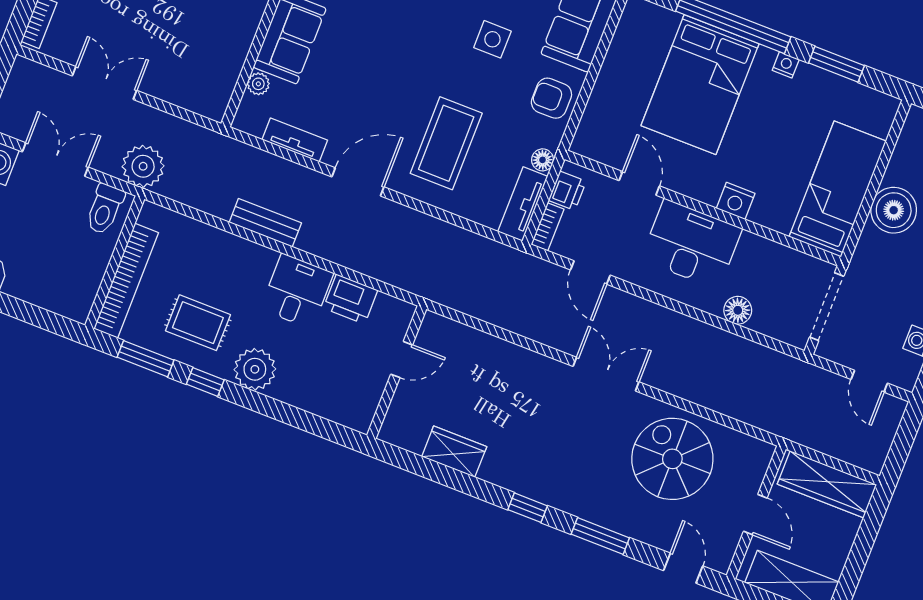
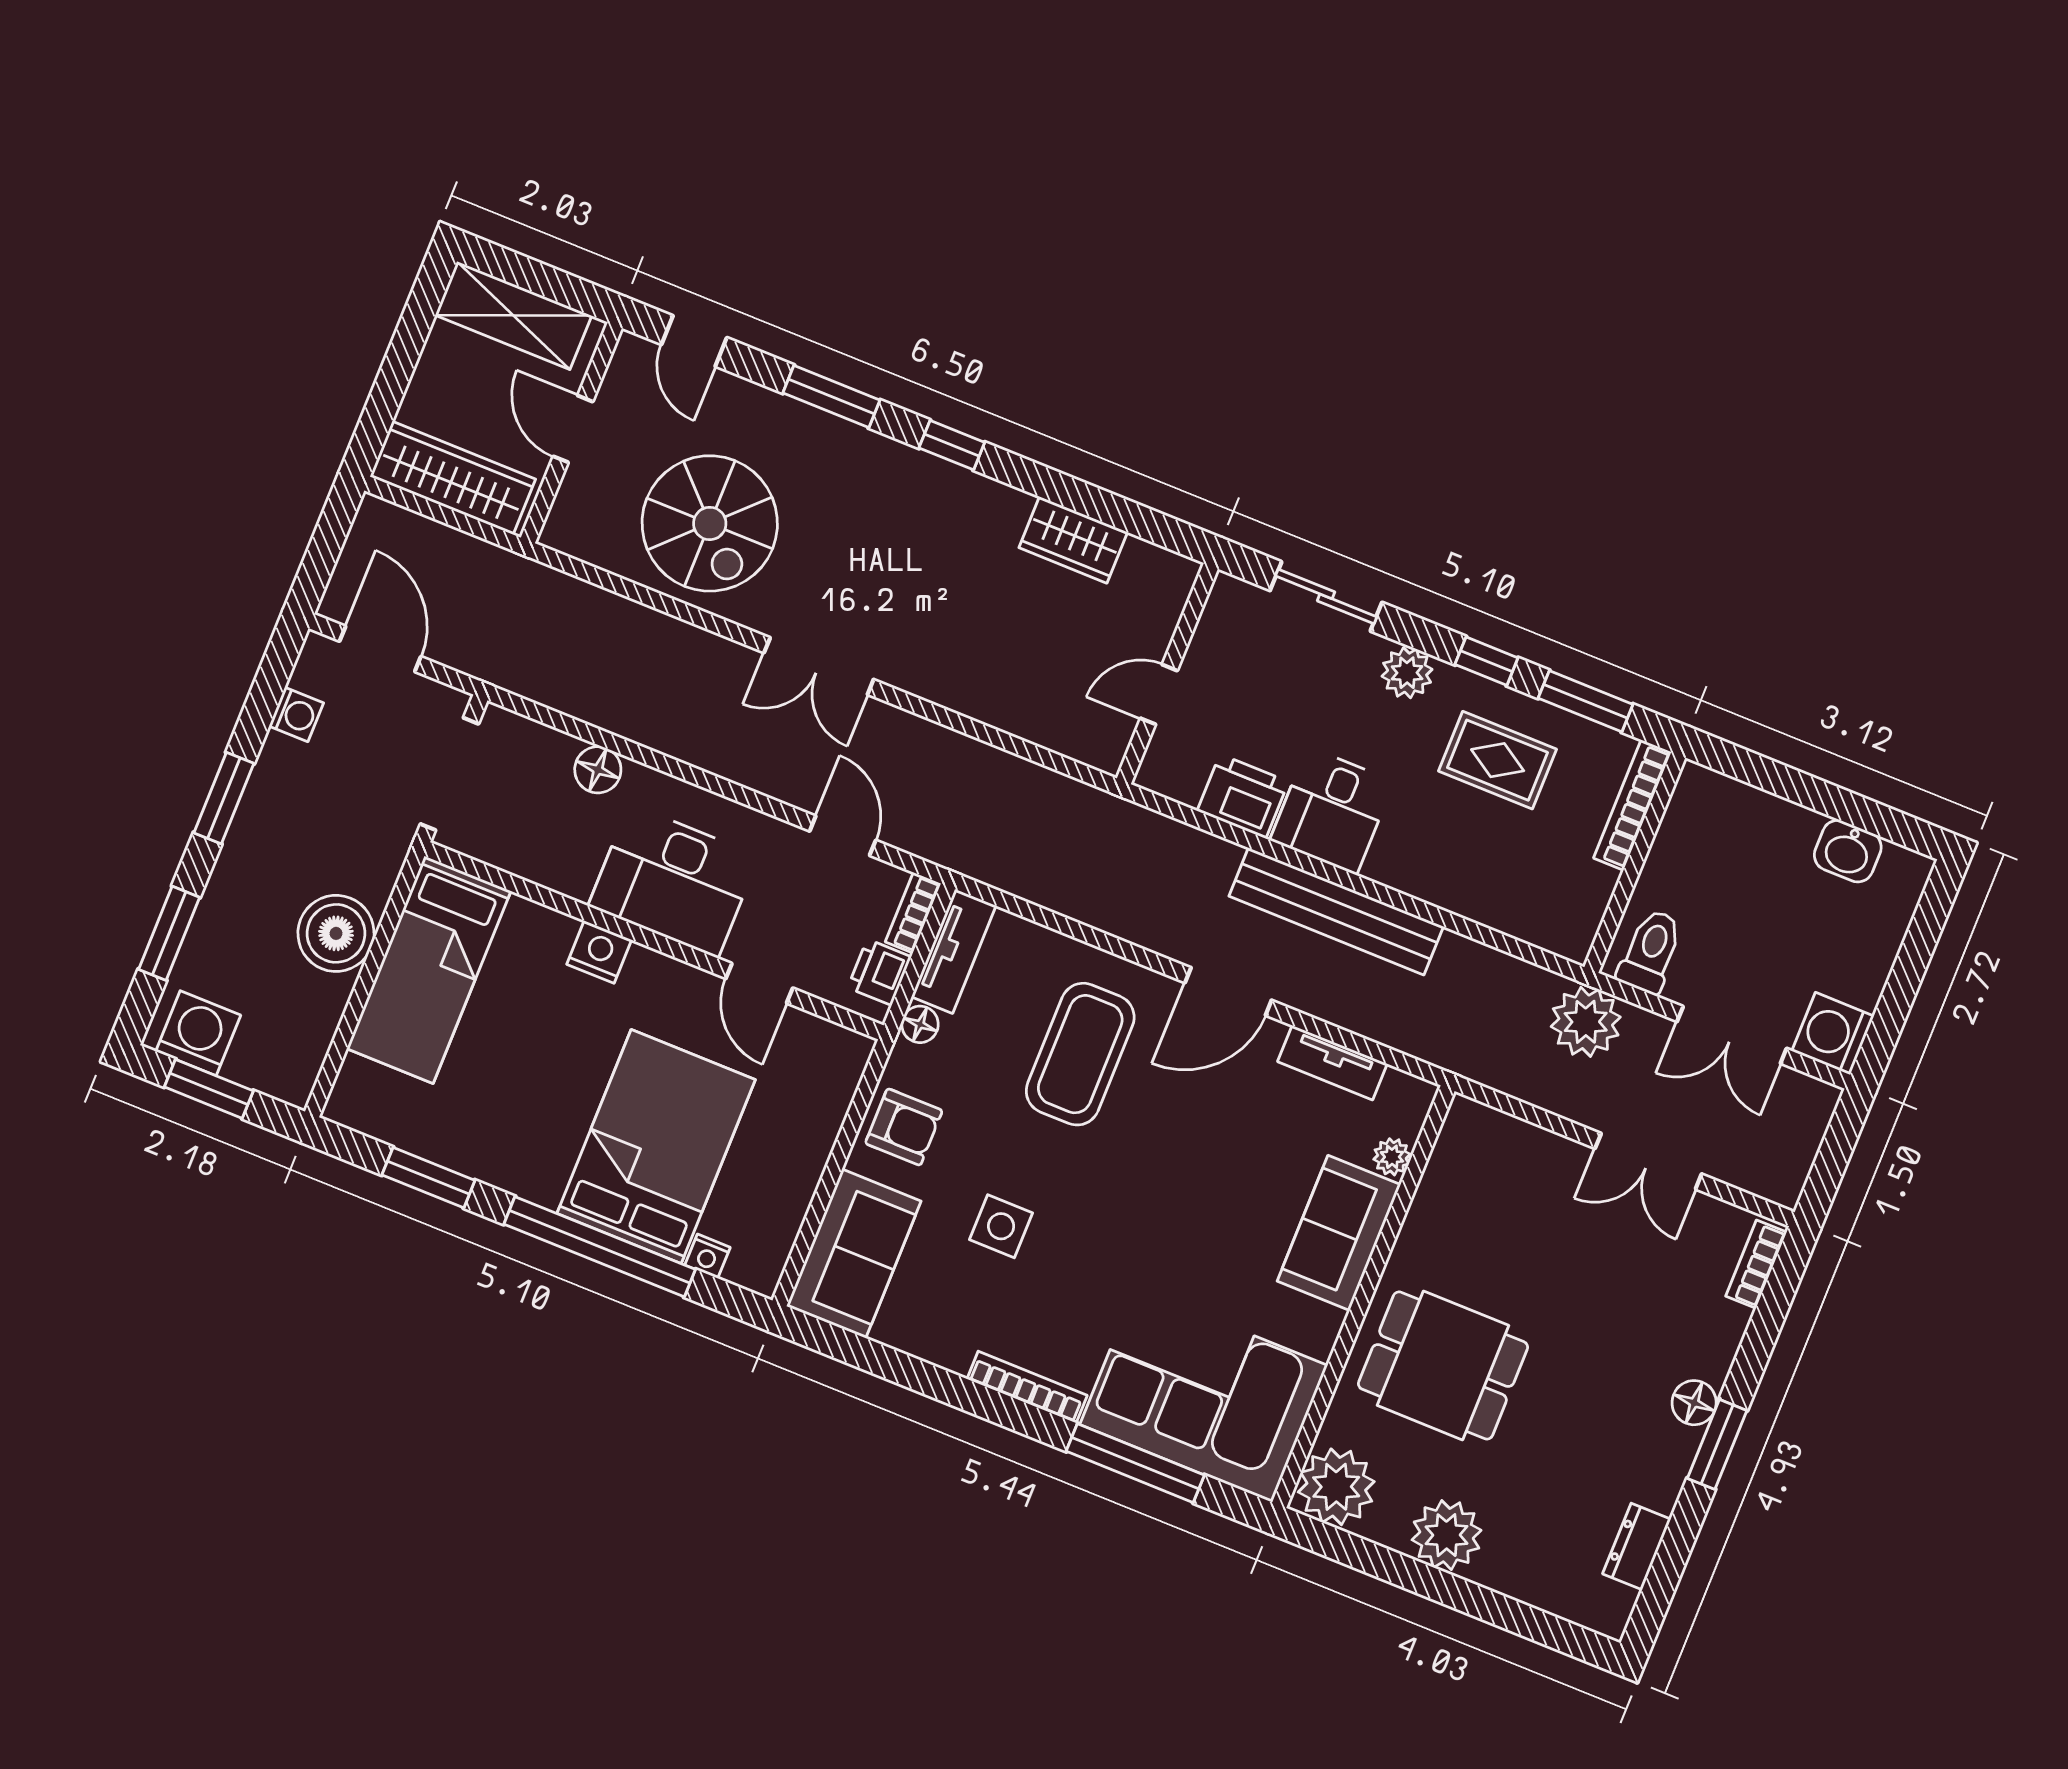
nightstand: (786, 65) -> (708, 1256), moved
bench: (265, 223) -> (1336, 911), width x1.86, depth x1.21
bookcase: (126, 281) -> (1632, 805), width x0.68, depth x0.76
plant: (255, 369) -> (1407, 673), width x0.73, depth x0.73
door: (869, 381) -> (380, 649), width x1.38
sliding door: (302, 420) -> (1326, 596), added

